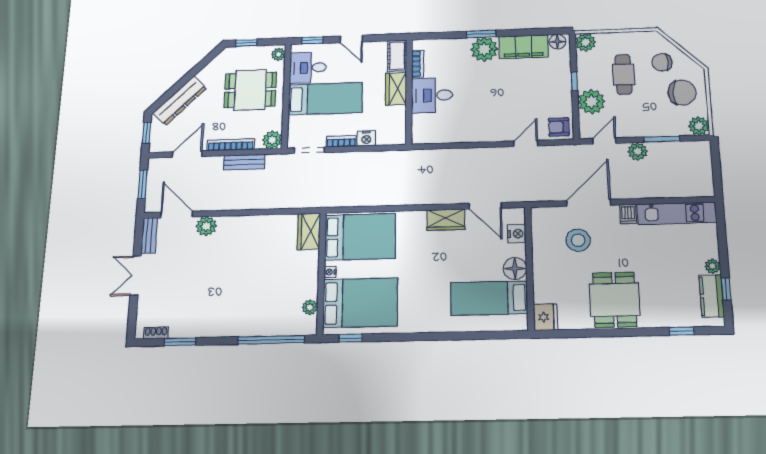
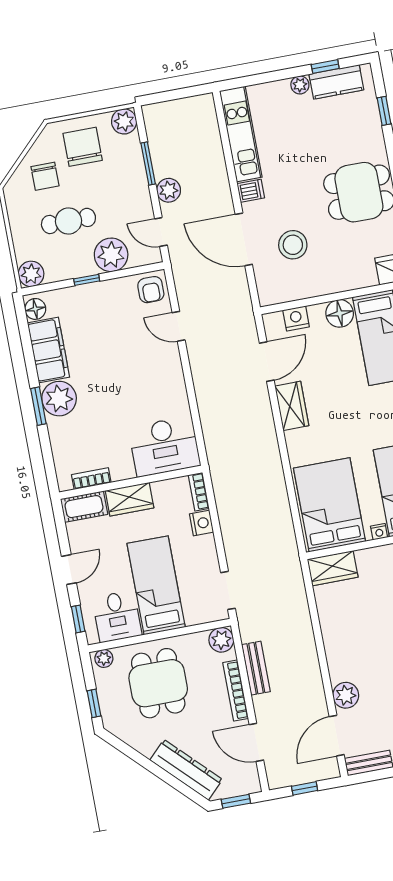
desk: (432, 95) -> (164, 446), moved, width x1.37
bookcase: (341, 141) -> (199, 492), moved
window: (143, 184) -> (305, 788), width x0.67

